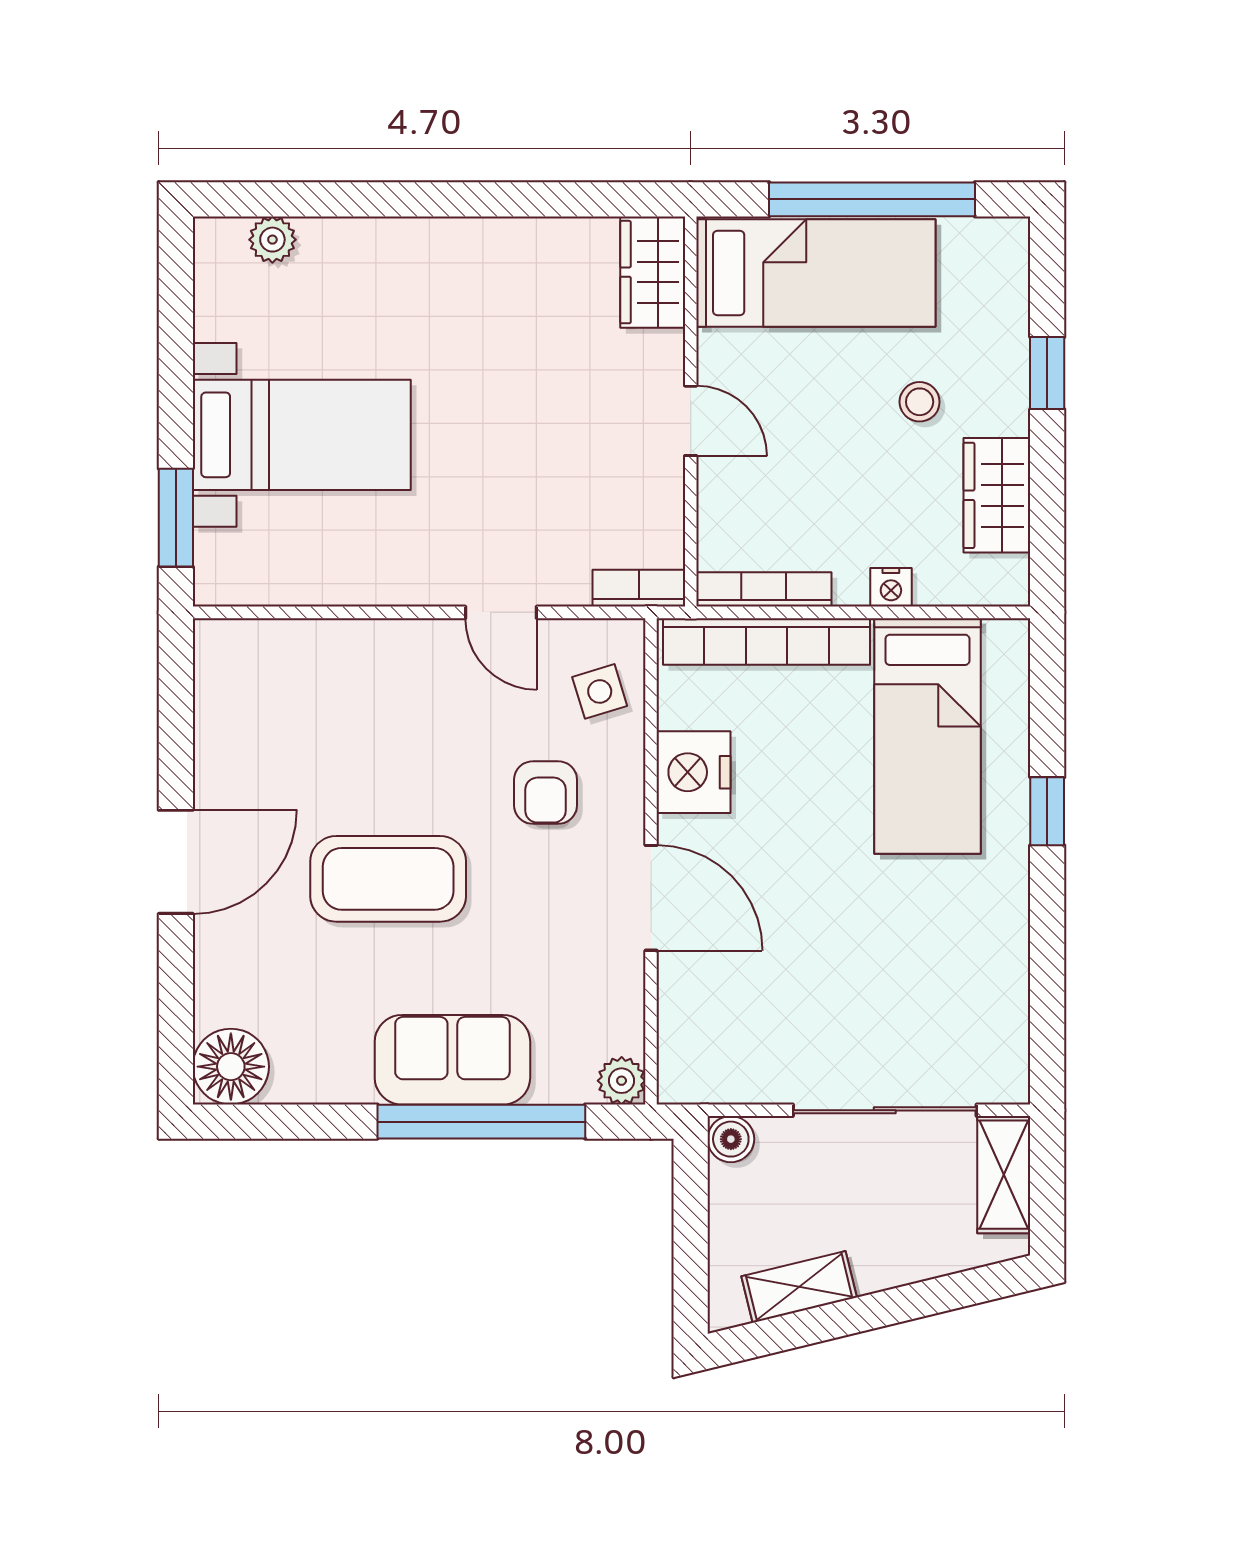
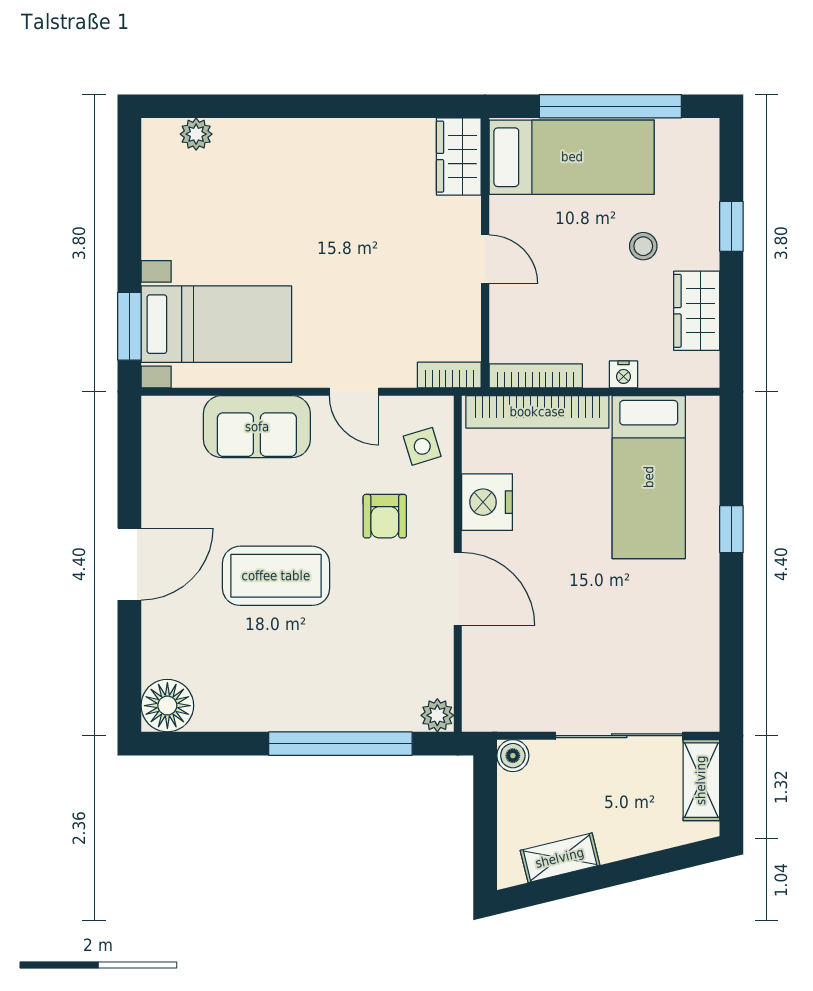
bed with nightstands: (302, 435) -> (216, 324), moved
sofa: (452, 1060) -> (257, 427), moved, turned 180

